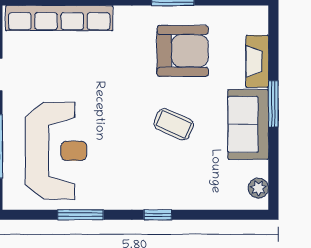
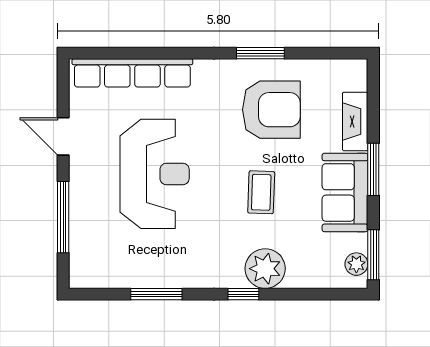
coffee table: (174, 124) -> (261, 192), turned 68
reception desk: (56, 151) -> (155, 174), moved
window: (273, 180) -> (373, 255), added
plant: (177, 192) -> (265, 269), added

